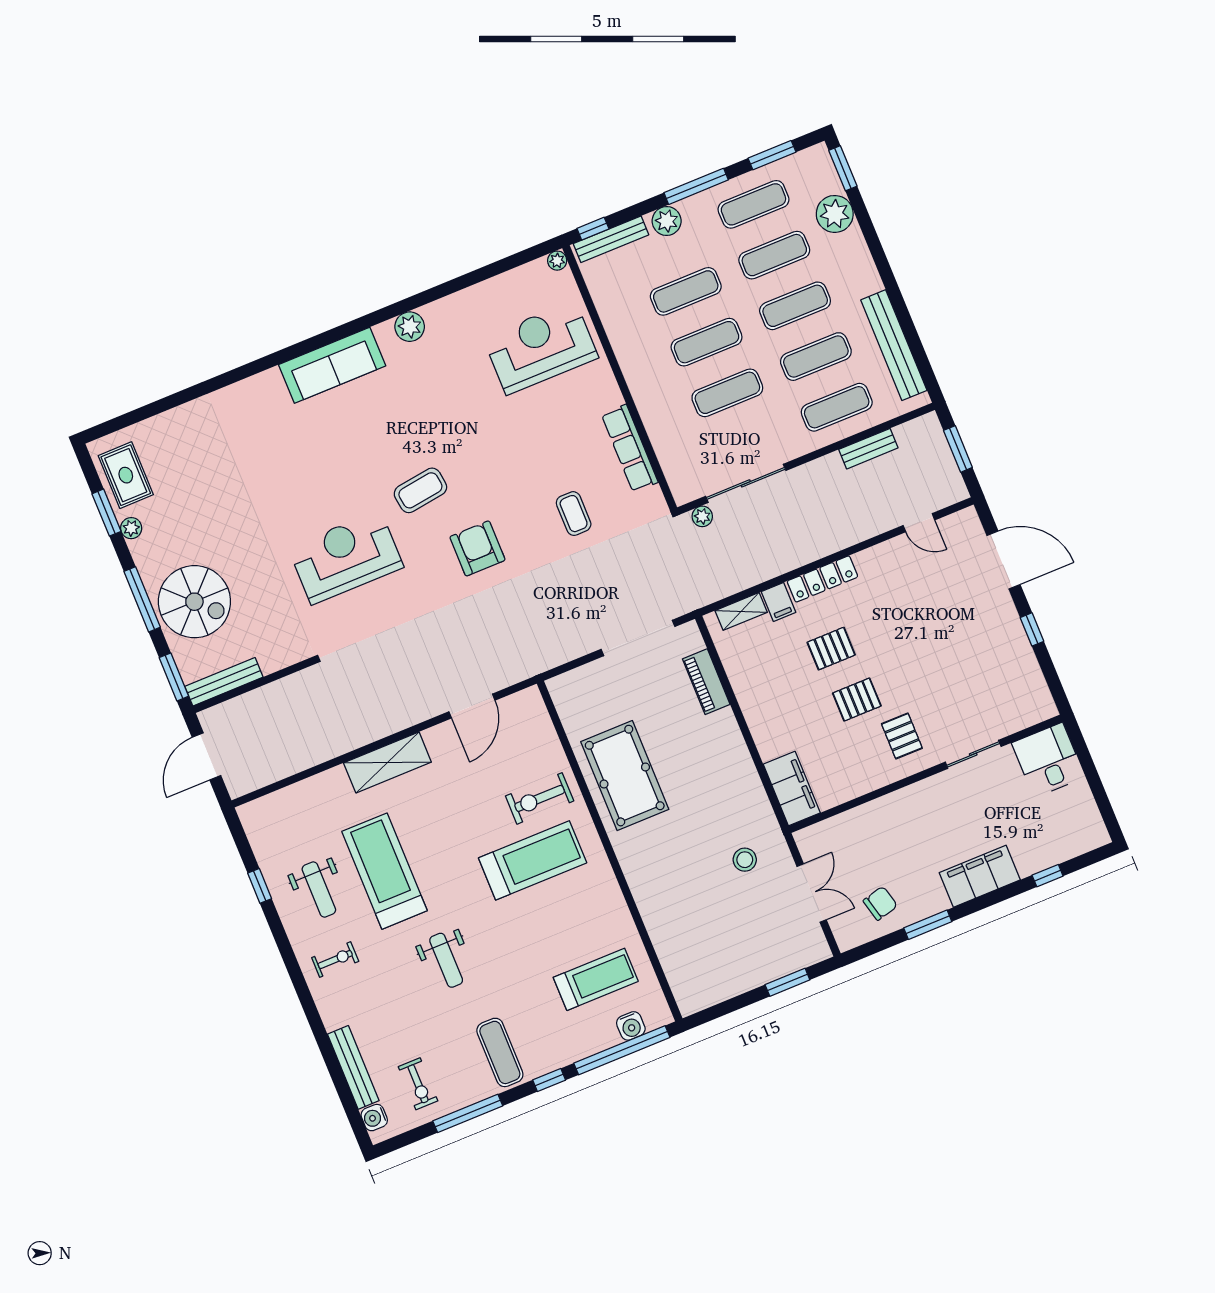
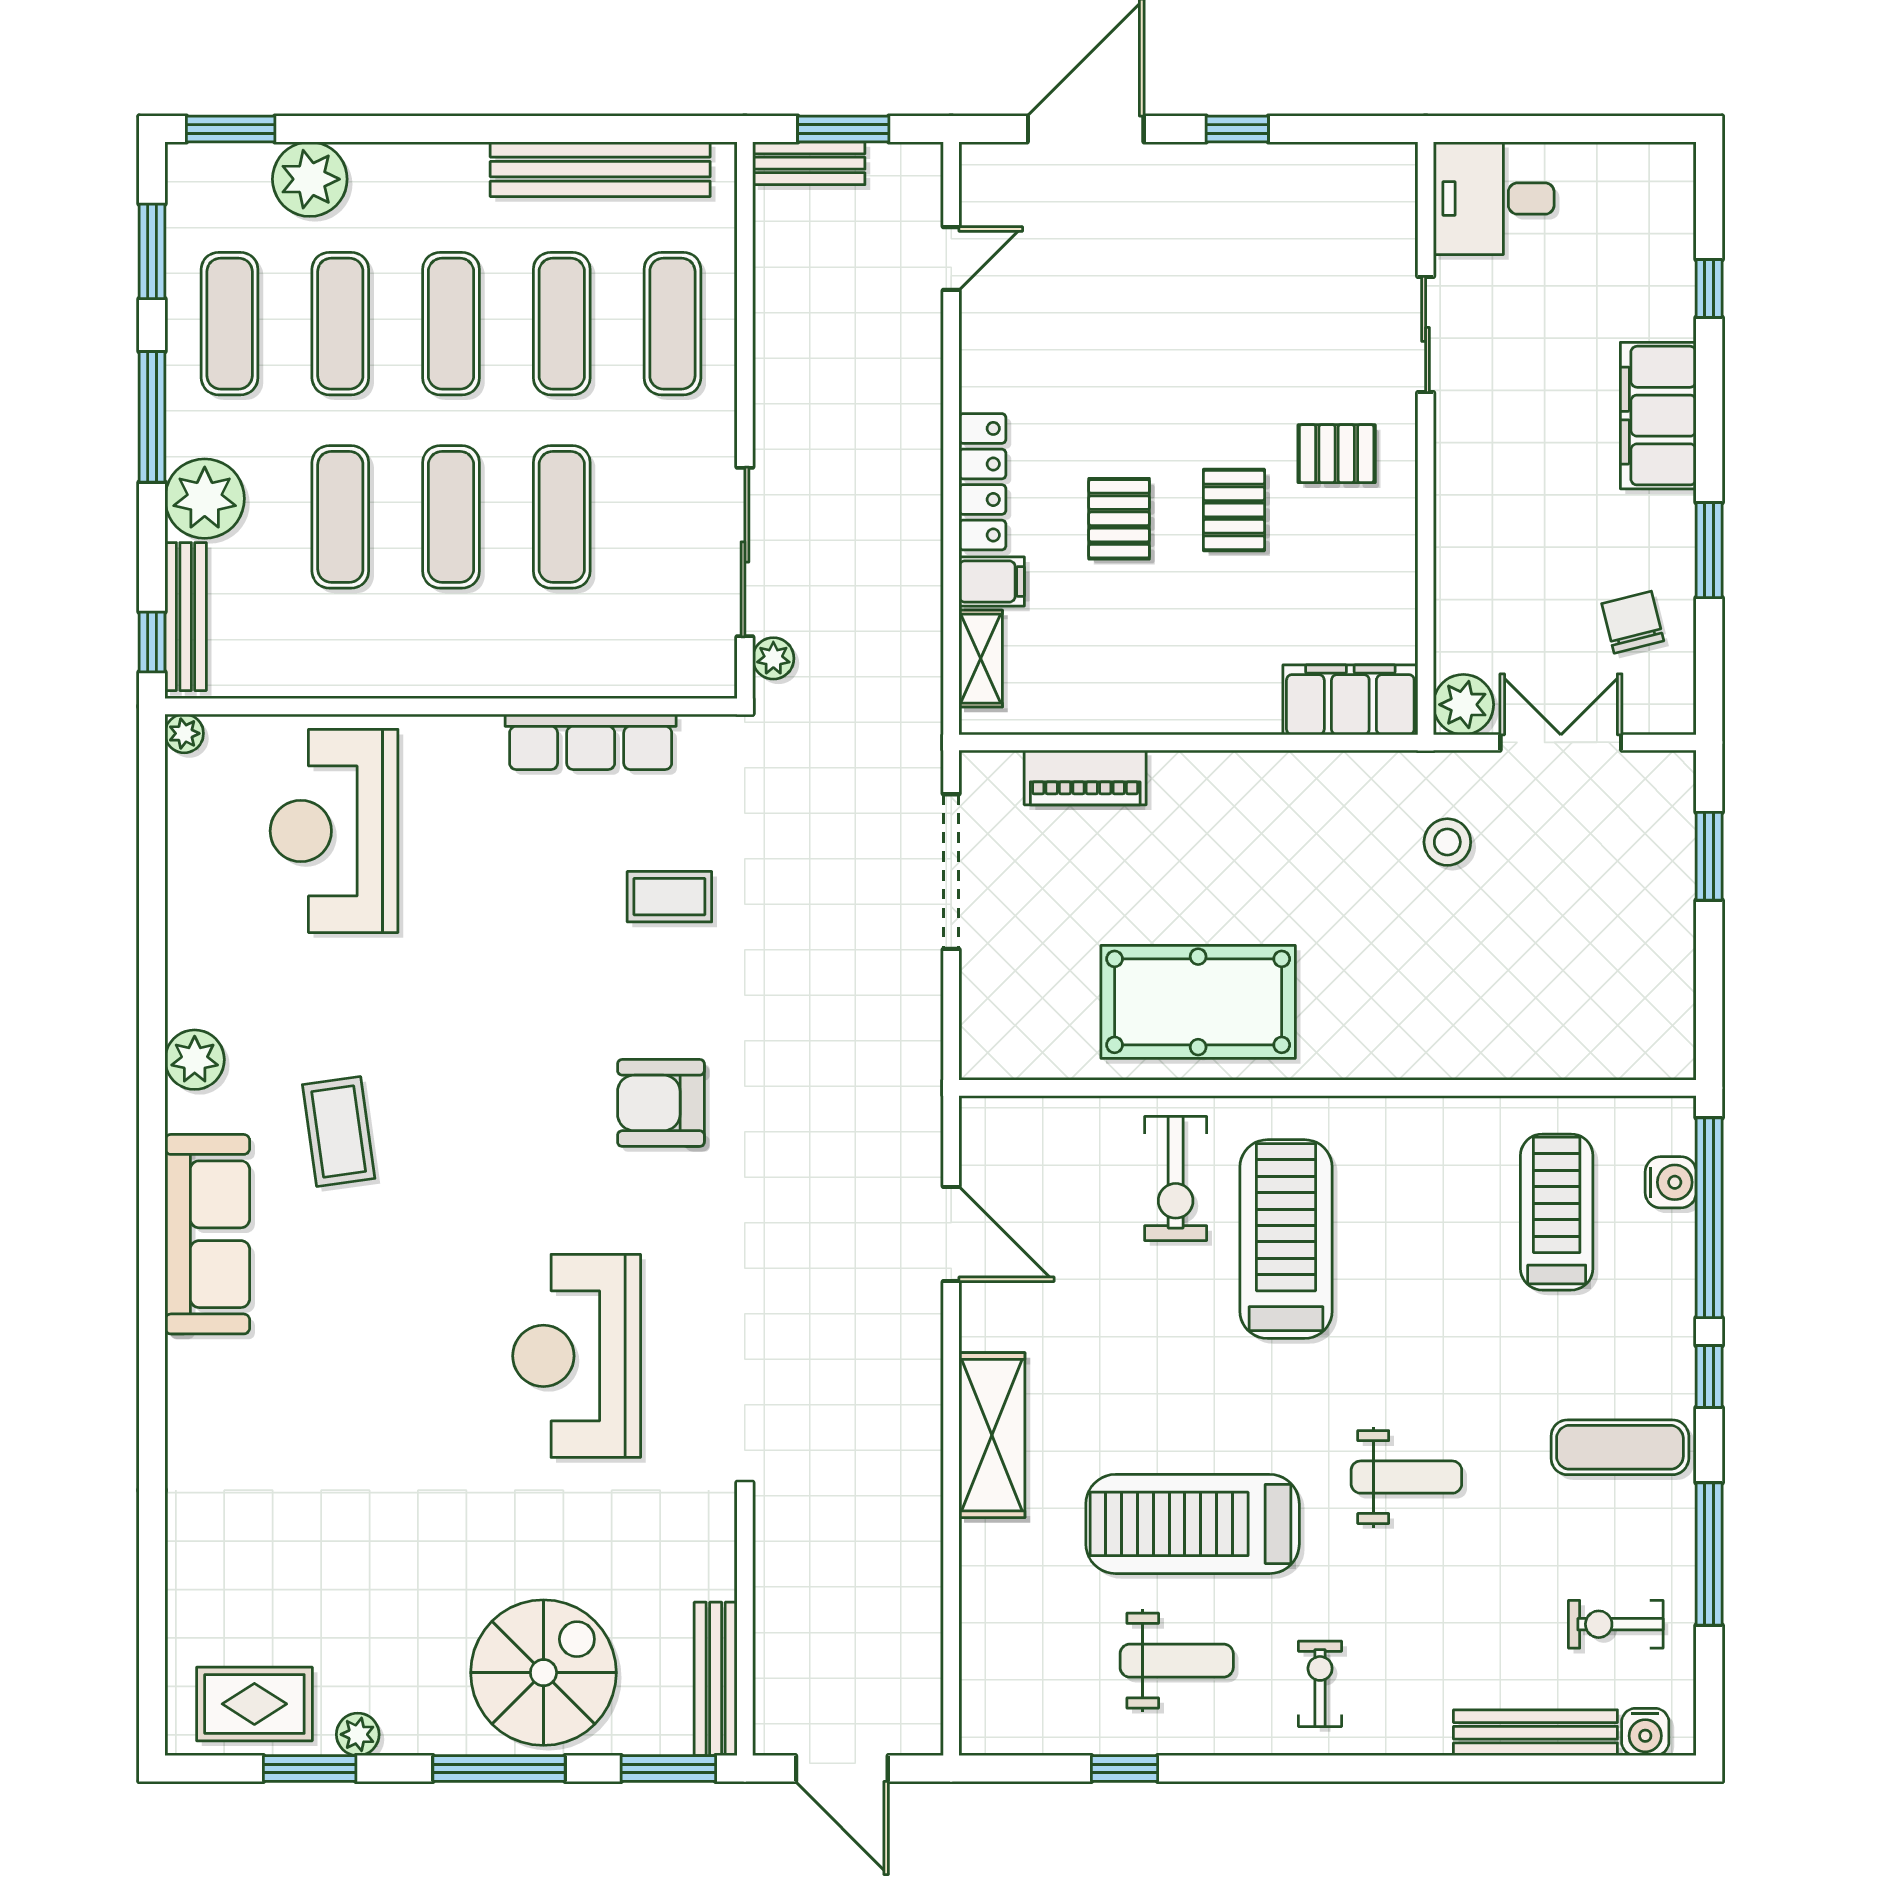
plant: (667, 221) -> (205, 499), width x1.36, depth x1.36
bench: (868, 449) -> (809, 163), moved, turned 90
coffee table: (420, 490) -> (339, 1131), moved
plant: (811, 841) -> (1463, 705), added
exercise bike: (418, 1084) -> (1616, 1624), turned 180

